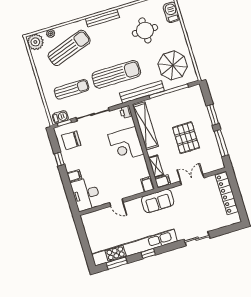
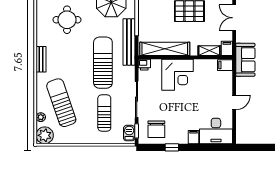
bench: (102, 18) -> (41, 59), width x0.73

